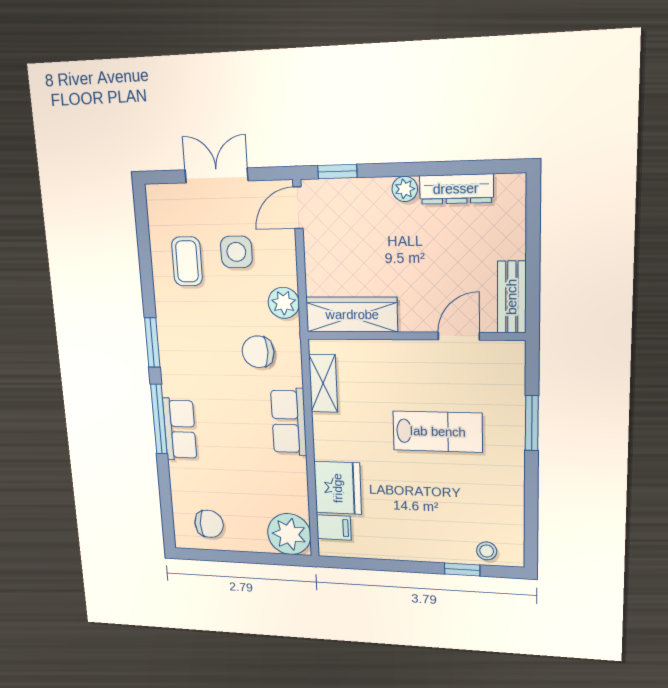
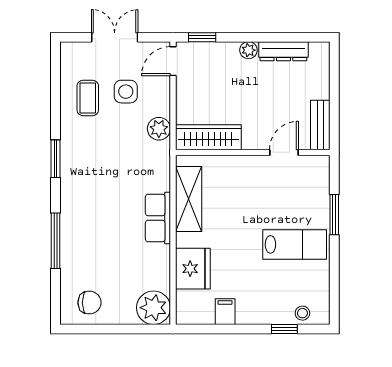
chair: (258, 352) -> (137, 165), removed
shelving: (323, 383) -> (189, 199), width x1.50, depth x1.33
window: (159, 419) -> (55, 241), moved
row of seats: (180, 429) -> (72, 226), removed
lab bench: (438, 432) -> (295, 244), moved
filing cabinet: (334, 527) -> (225, 312), moved, turned -90

